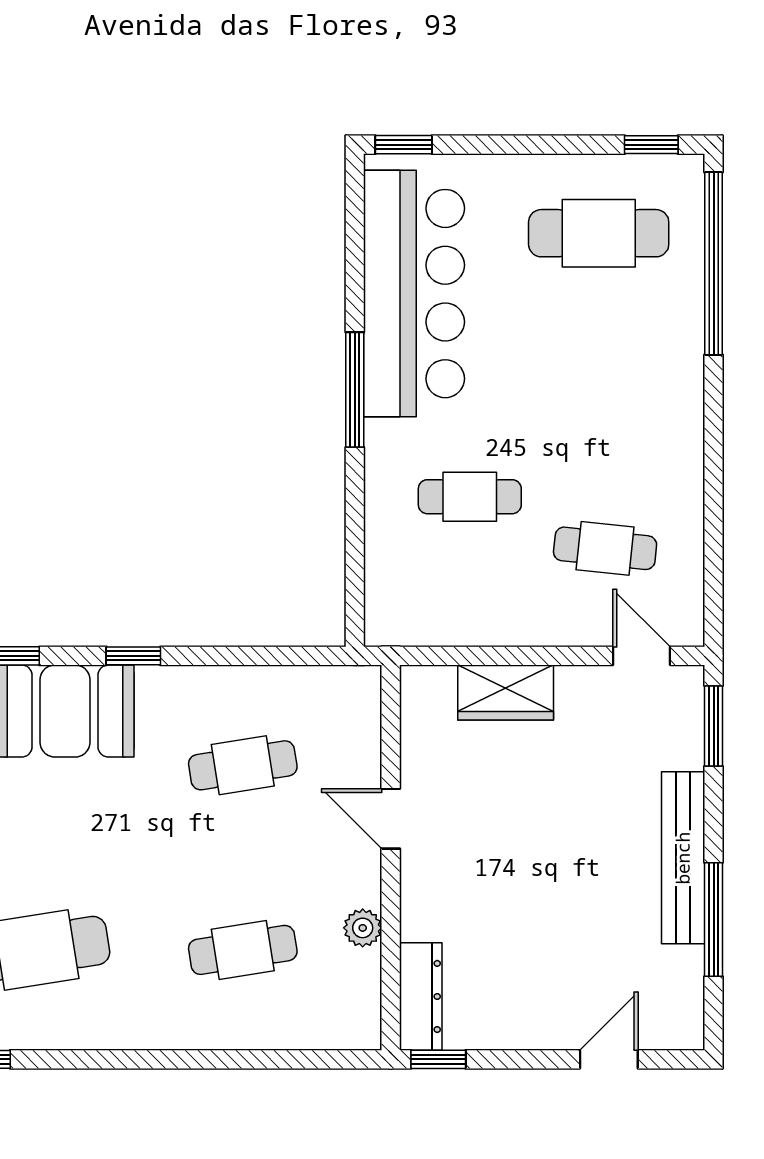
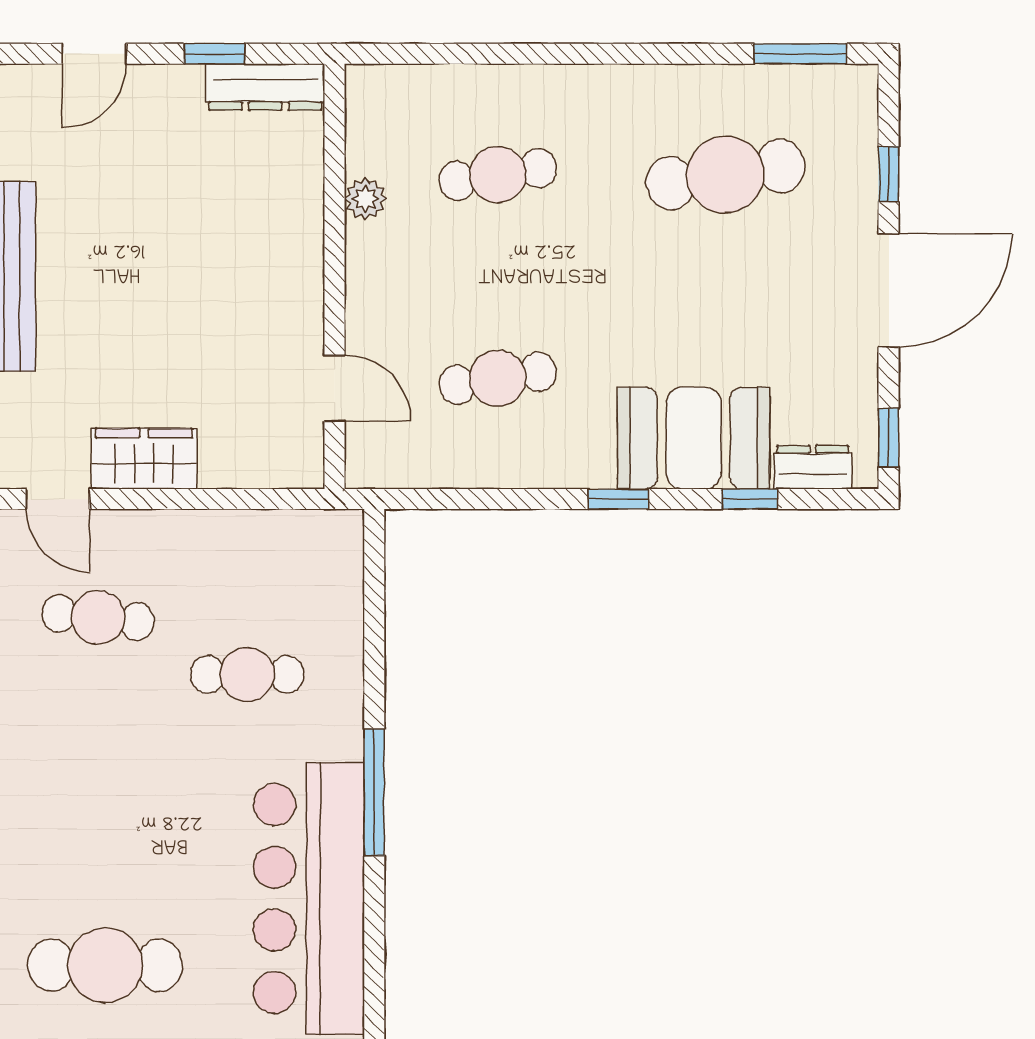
wardrobe: (506, 692) -> (144, 459), moved
door: (391, 819) -> (335, 388), moved
dresser: (421, 996) -> (265, 87), moved, turned -90
window: (438, 1059) -> (215, 54), moved

